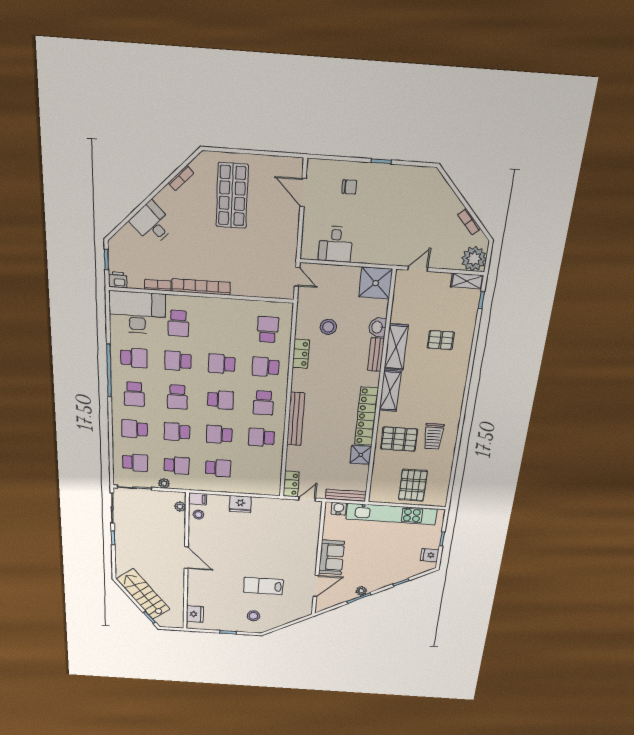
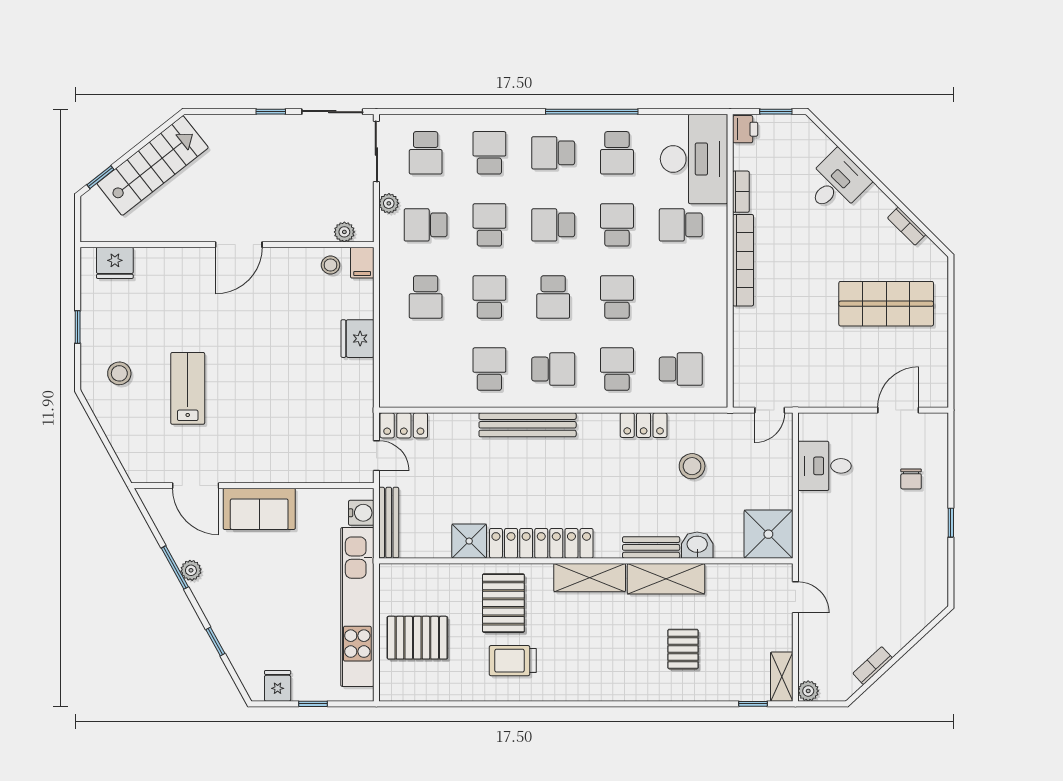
plant: (474, 259) -> (808, 691), width x0.53, depth x0.53
school desk: (263, 403) -> (553, 369), turned 180
school desk: (177, 465) -> (426, 225), turned 90

